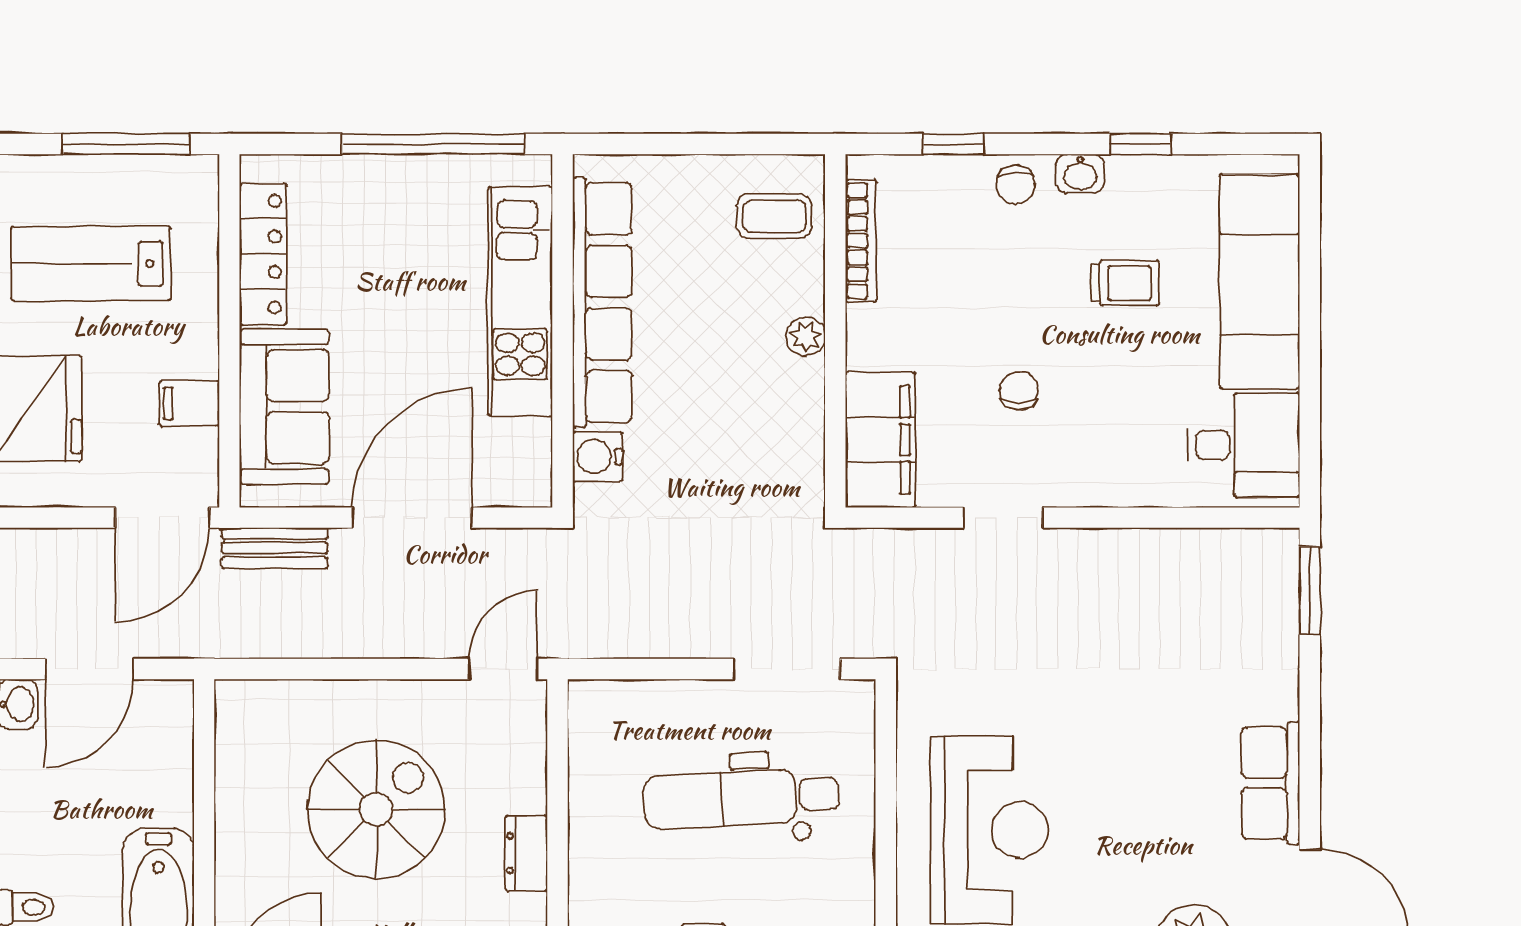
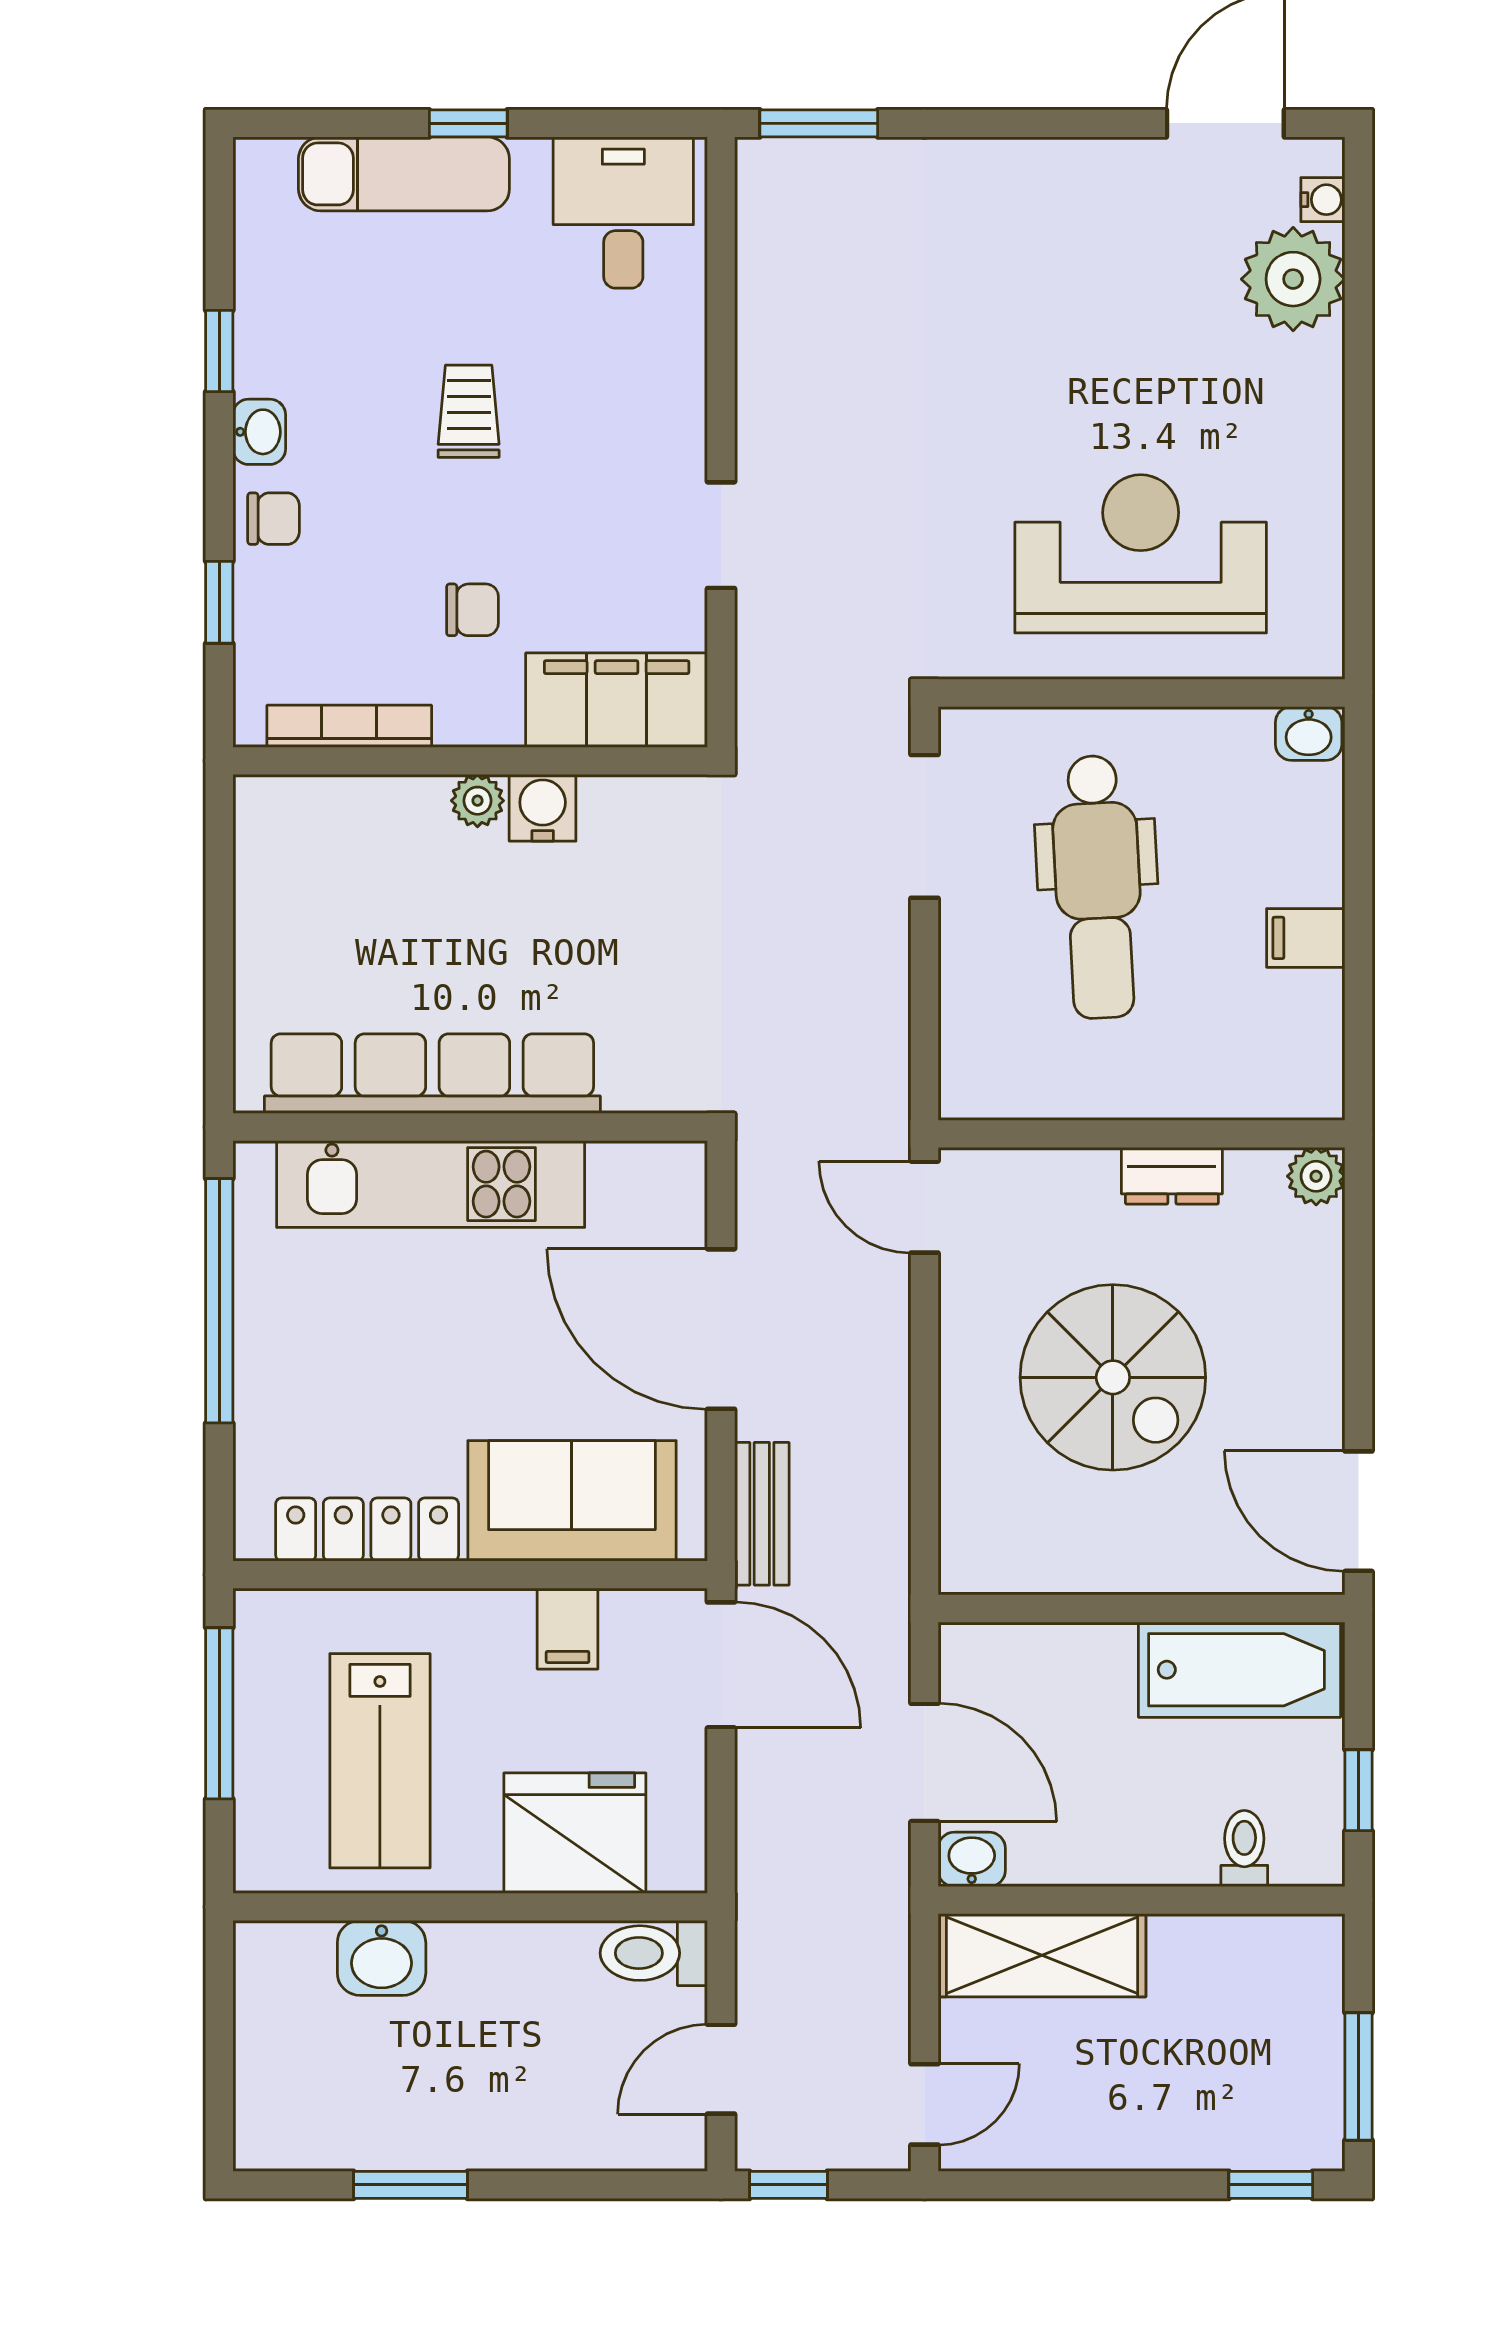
coffee table: (774, 216) -> (316, 843), removed
exam couch: (1260, 282) -> (404, 174), width x0.73, depth x0.69
trolley: (1125, 283) -> (469, 411), moved
window: (1310, 329) -> (468, 123), added
chair: (1019, 391) -> (472, 610), moved, turned 180
water cooler: (598, 457) -> (543, 808), moved, turned 180
row of seats: (1270, 783) -> (1078, 176), removed
spiral stairs: (376, 809) -> (1113, 1377), turned 180

